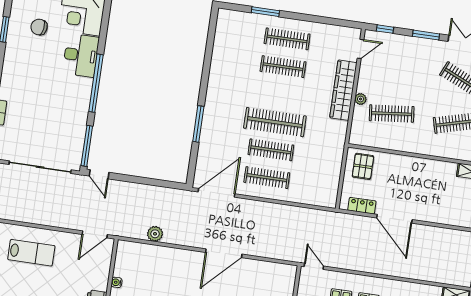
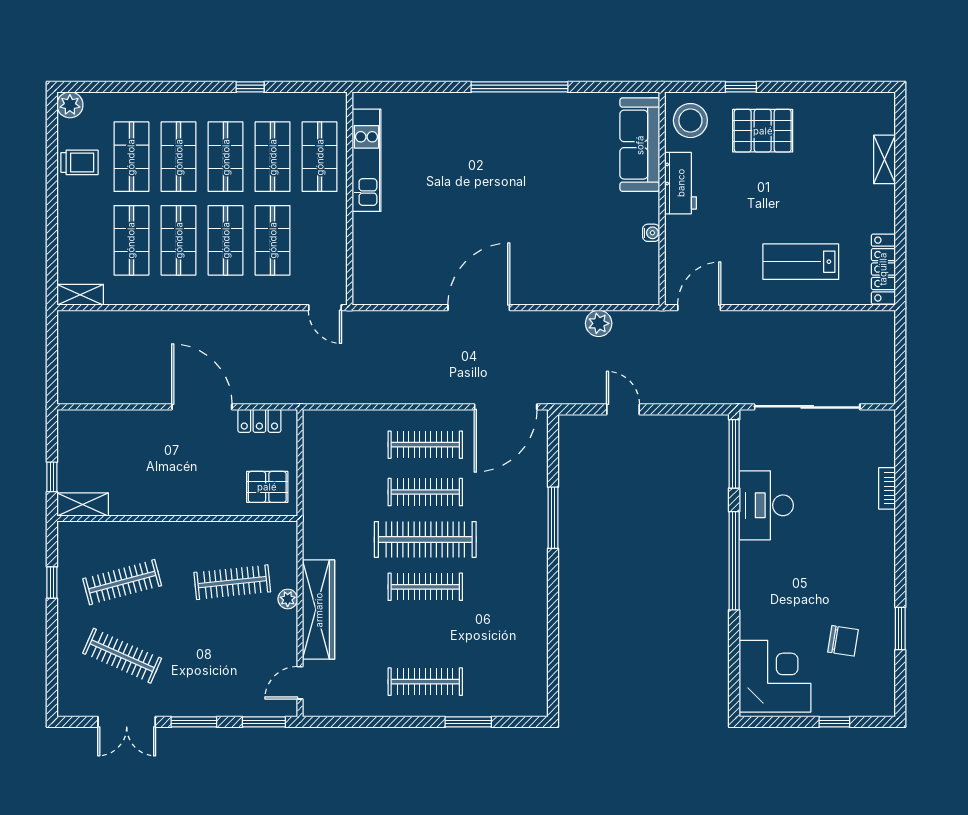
window: (385, 29) -> (264, 722), width x1.50
desk: (81, 55) -> (766, 505), moved
clothes rail: (283, 67) -> (425, 587), moved
pallet: (363, 166) -> (267, 487), turned 90
door: (99, 174) -> (623, 409), moved

